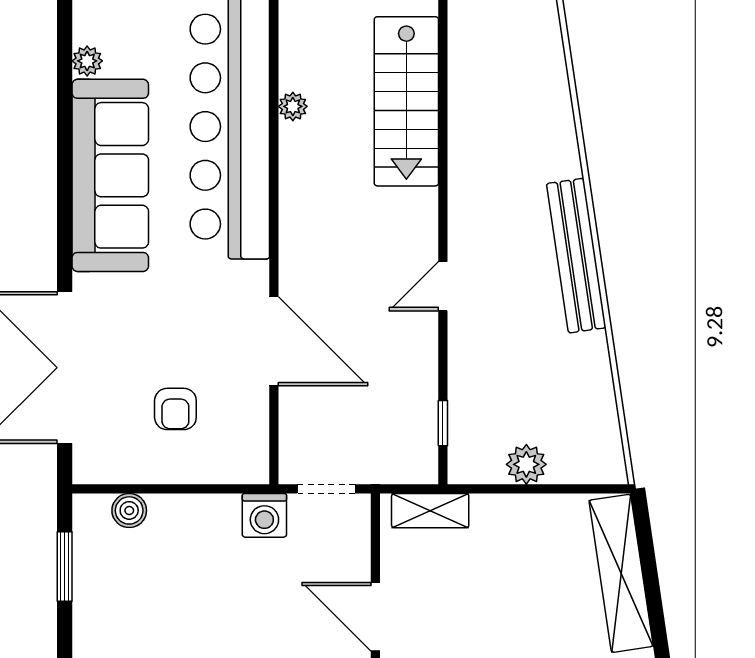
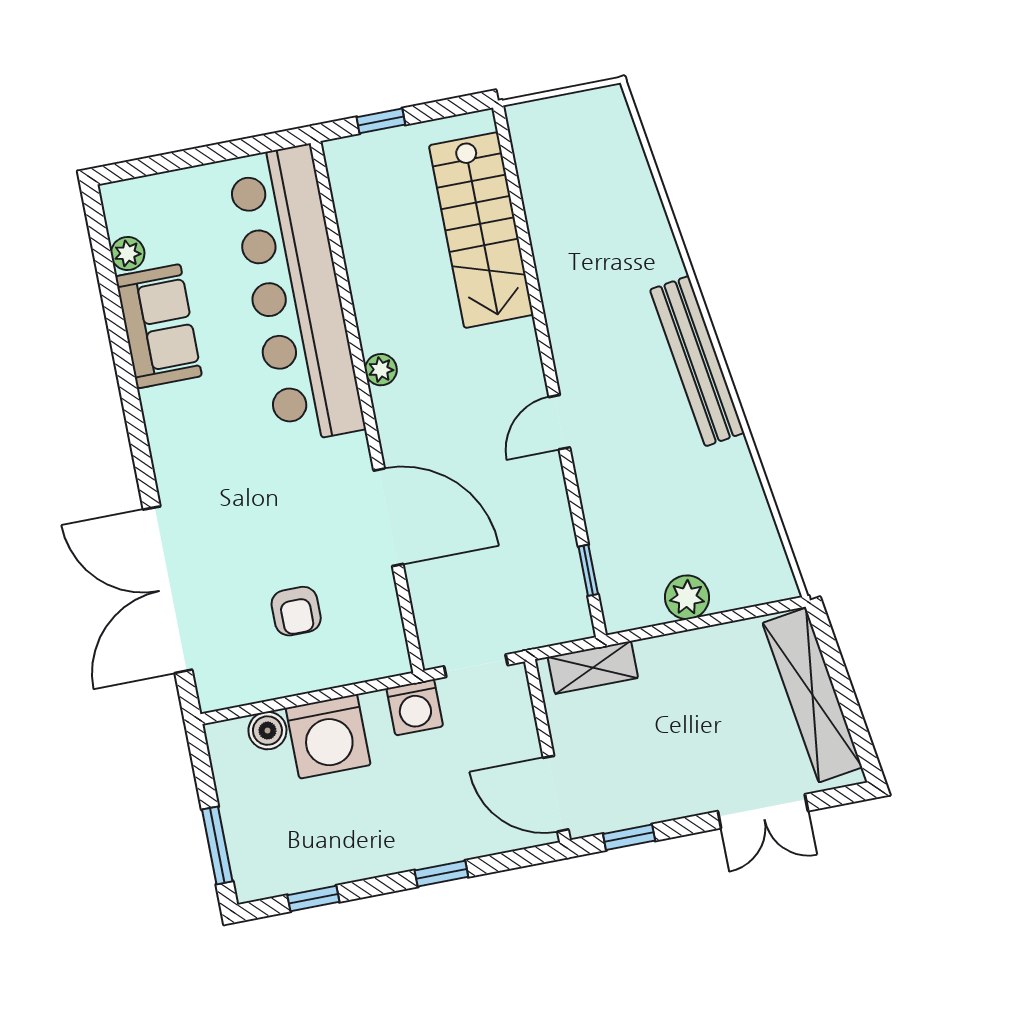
plant: (293, 106) -> (381, 370), moved
sofa: (110, 175) -> (159, 326), width x0.54, depth x0.79
washing machine: (182, 526) -> (328, 736), added
window: (65, 567) -> (217, 845), moved

